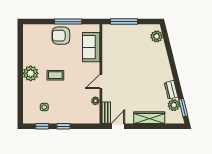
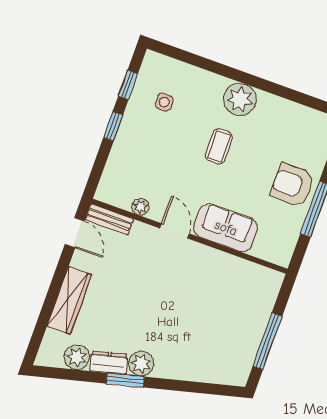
window: (124, 22) -> (267, 341), moved
armchair: (61, 36) -> (292, 185), turned -90
plant: (157, 36) -> (141, 364), moved
sofa: (91, 47) -> (226, 228), moved
window: (183, 108) -> (125, 380), moved

